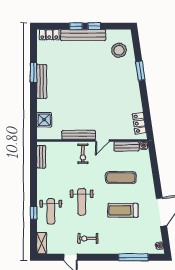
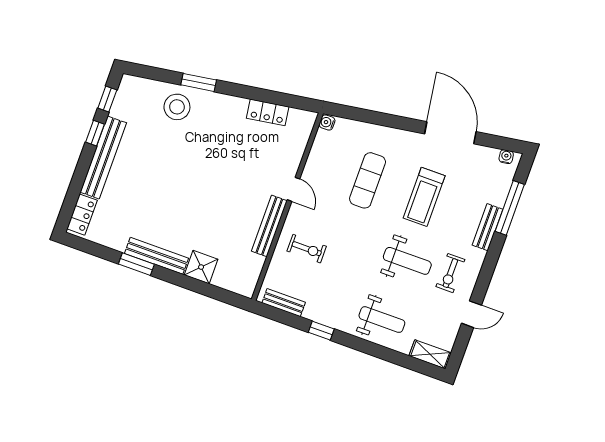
window: (76, 26) -> (107, 99), moved
stool: (119, 50) -> (177, 107), moved
shower: (44, 120) -> (201, 267), moved
locker: (139, 123) -> (268, 112), moved
bench: (126, 146) -> (488, 227), moved
exercise bike: (83, 154) -> (307, 249), moved
weight bench: (82, 202) -> (407, 261), moved
window: (34, 213) -> (321, 331), moved

